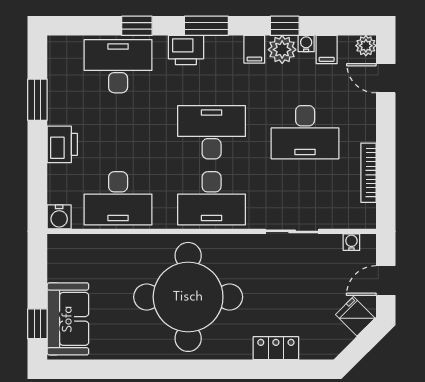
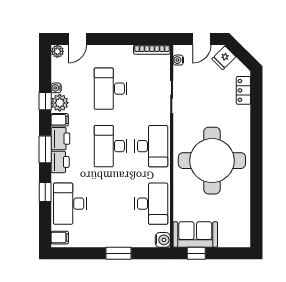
filing cabinet: (327, 49) -> (60, 238), moved
window: (37, 100) -> (118, 253), moved
desk: (305, 132) -> (111, 89), turned 180
printer: (62, 144) -> (60, 139), moved, turned 90
bookcase: (368, 173) -> (152, 50), moved
door: (386, 280) -> (202, 39), hinge flipped
sofa: (68, 319) -> (195, 234), moved
window: (37, 324) -> (196, 253), moved
locker: (276, 348) -> (243, 90), moved

